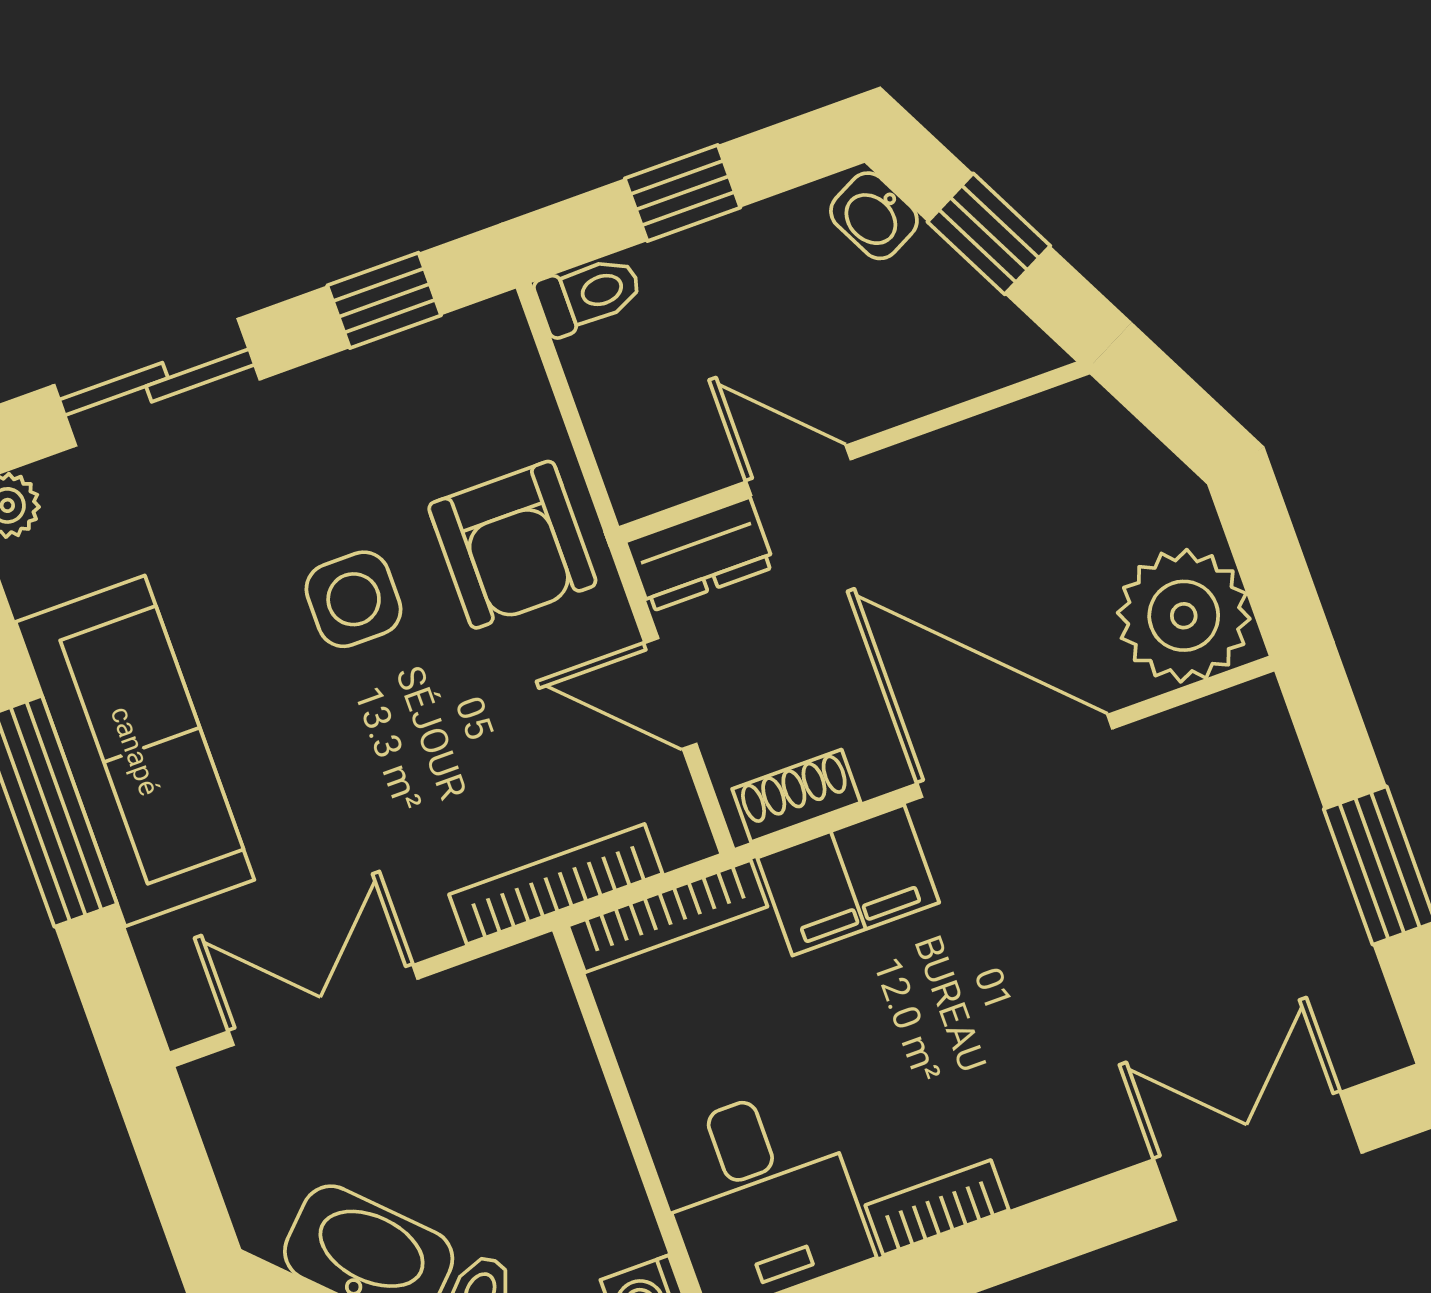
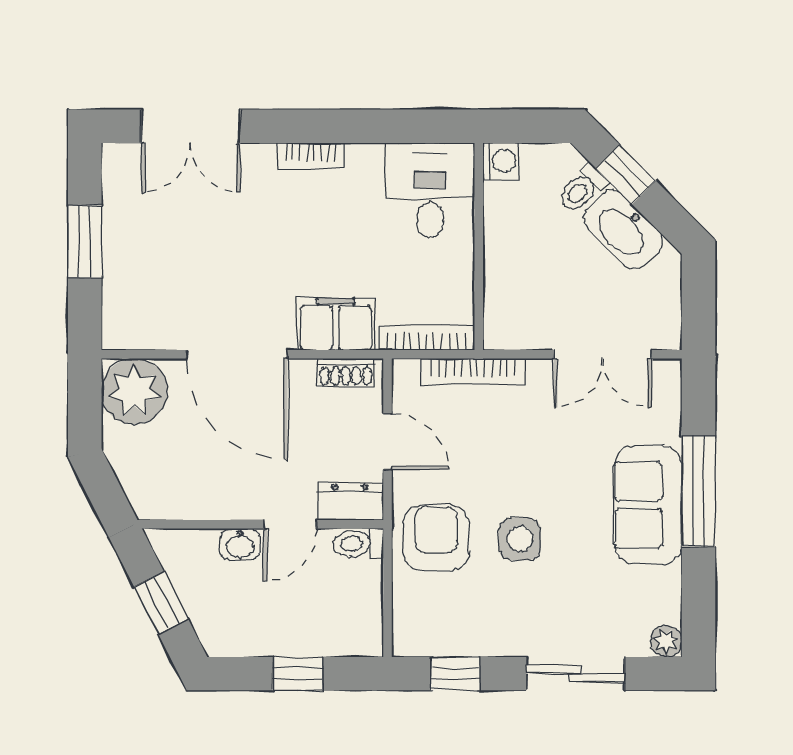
washbasin: (874, 216) -> (240, 544), moved, turned 117
toilet: (589, 295) -> (359, 544), moved
door: (798, 470) -> (290, 524), hinge flipped
sofa: (135, 751) -> (648, 505), width x0.73
bookcase: (937, 1208) -> (310, 156), moved

